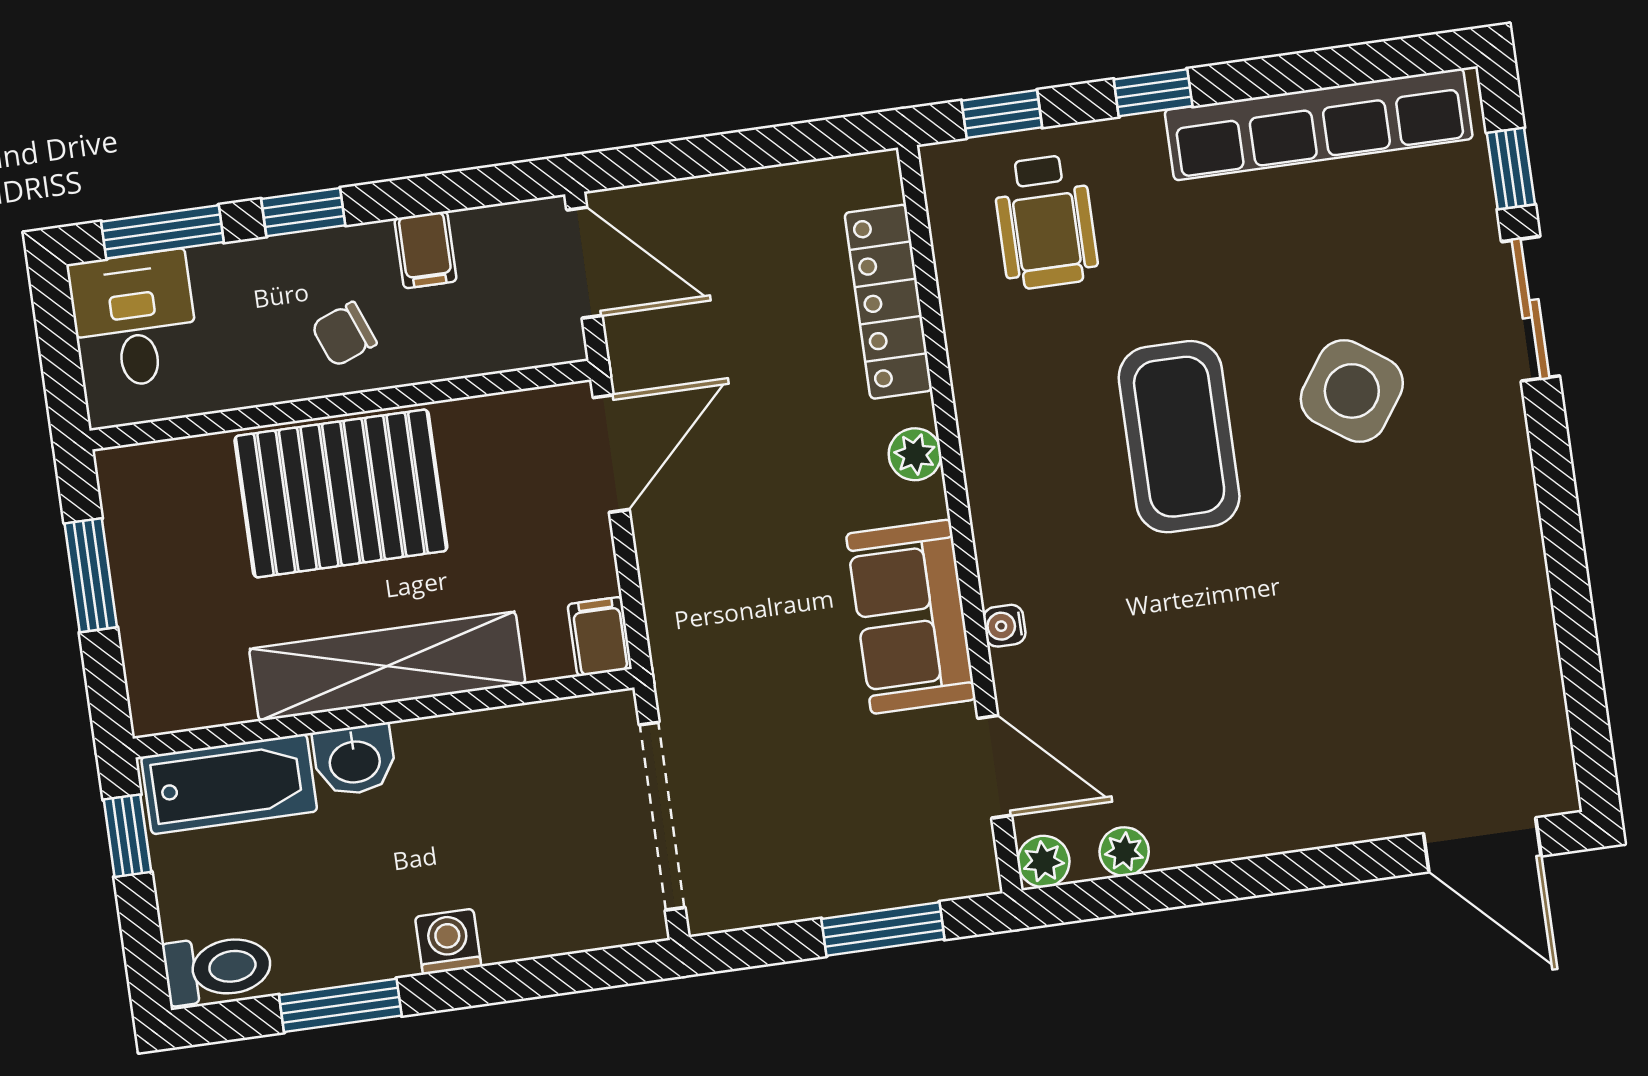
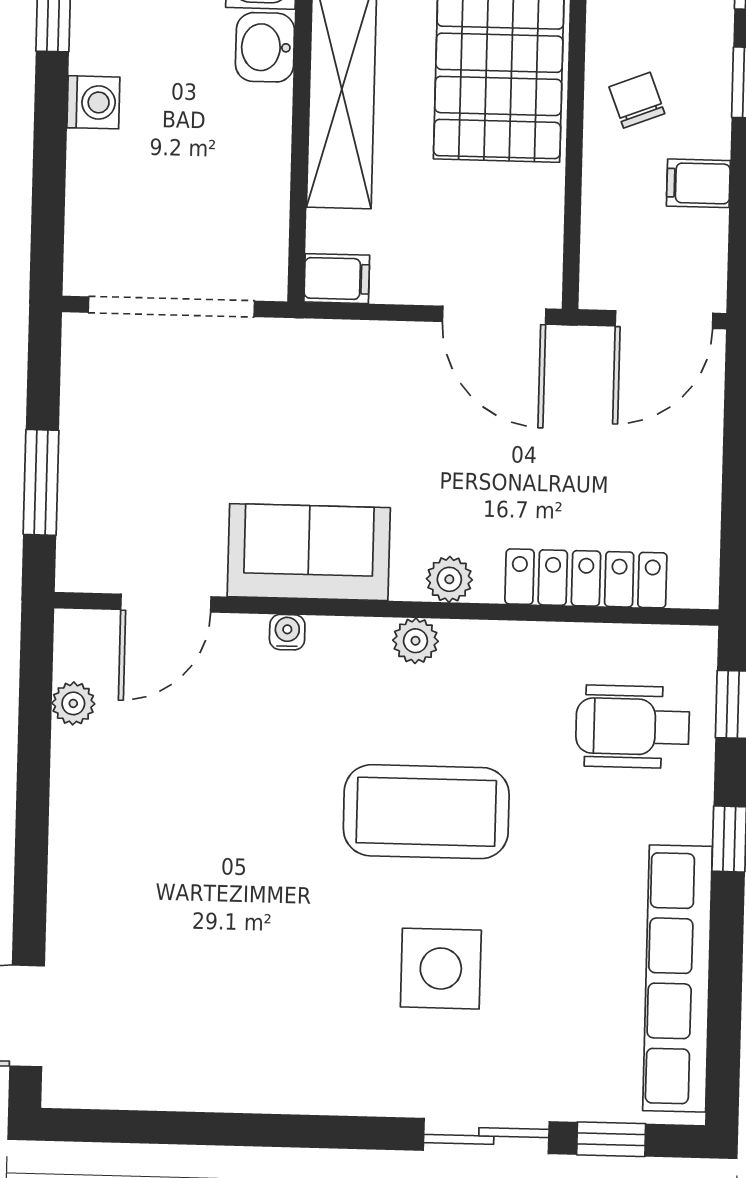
side table: (1352, 391) -> (441, 969), turned -35
plant: (1043, 861) -> (415, 641), moved

